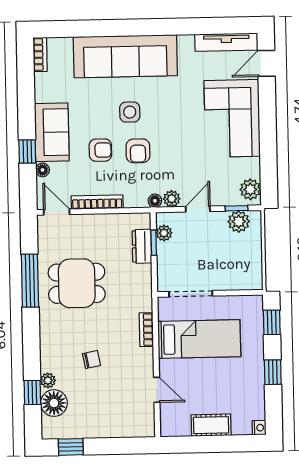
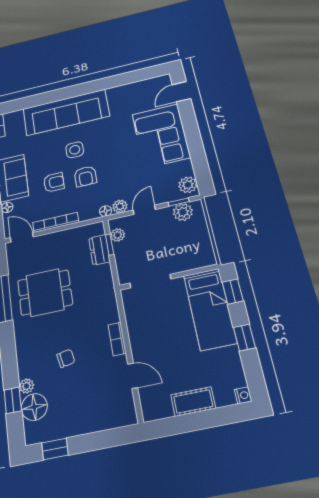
tv unit: (226, 42) -> (146, 85), removed
bookcase: (146, 330) -> (117, 339), moved
bed: (199, 339) -> (210, 309), moved, turned 90

